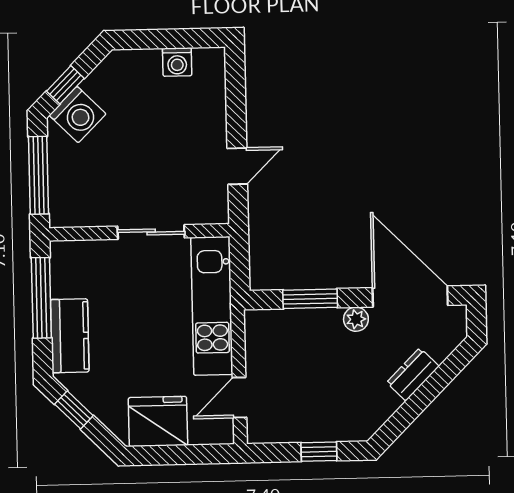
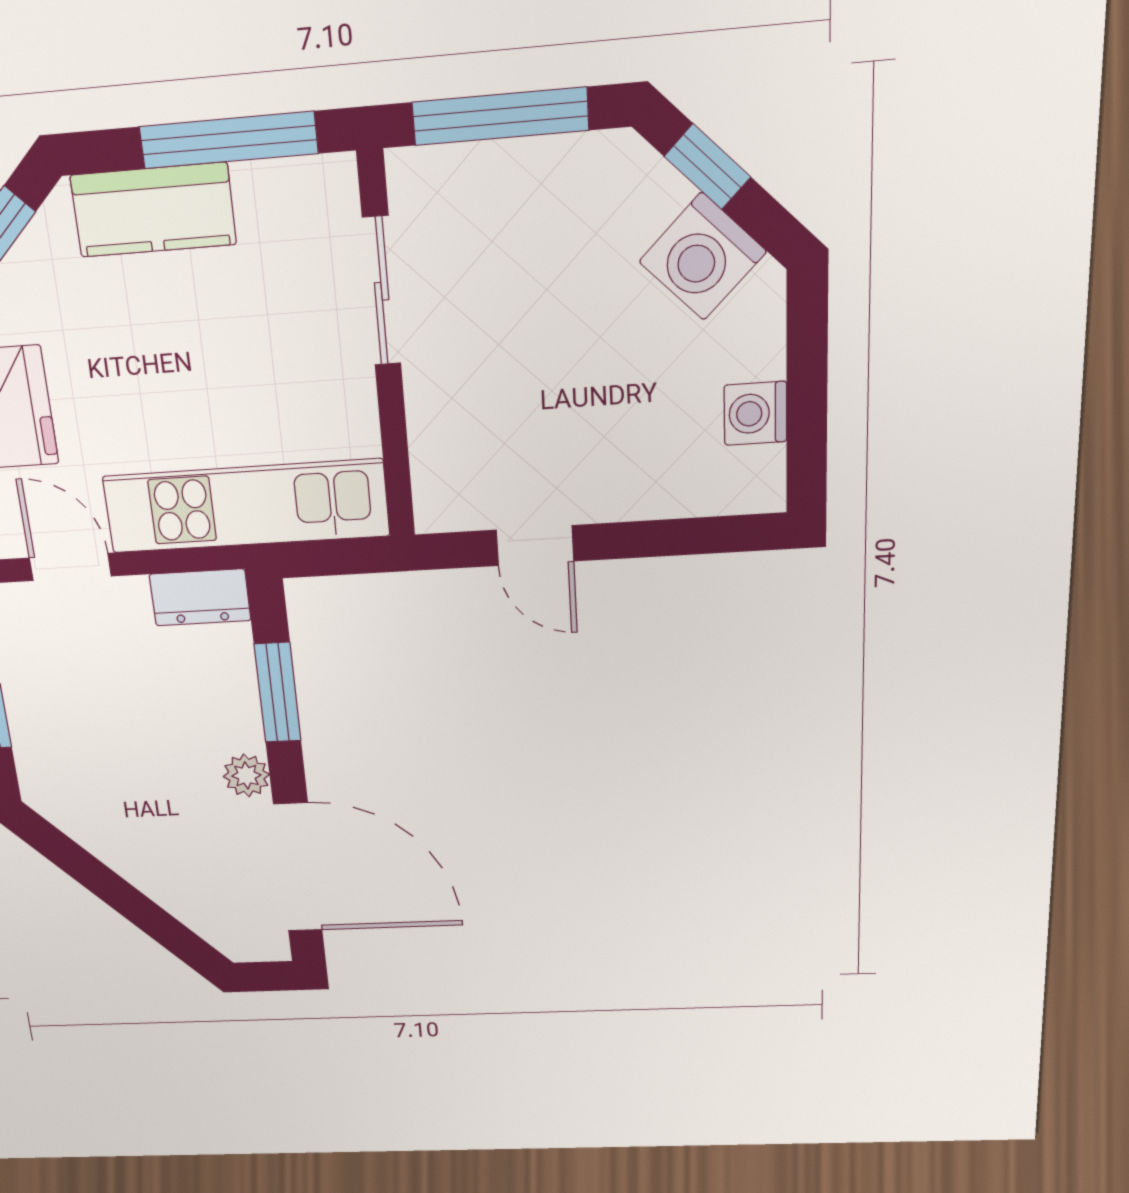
washing machine: (78, 115) -> (703, 257), moved
sliding door: (151, 232) -> (382, 291), moved
door: (410, 297) -> (298, 868), hinge flipped
dresser: (413, 374) -> (200, 597), moved, turned 135

